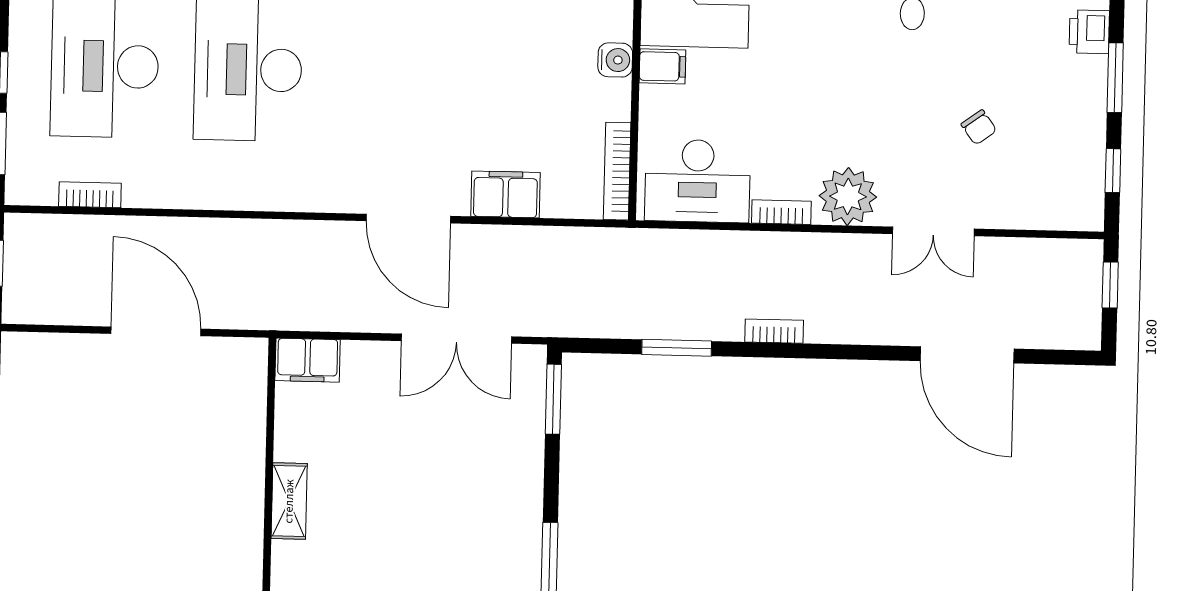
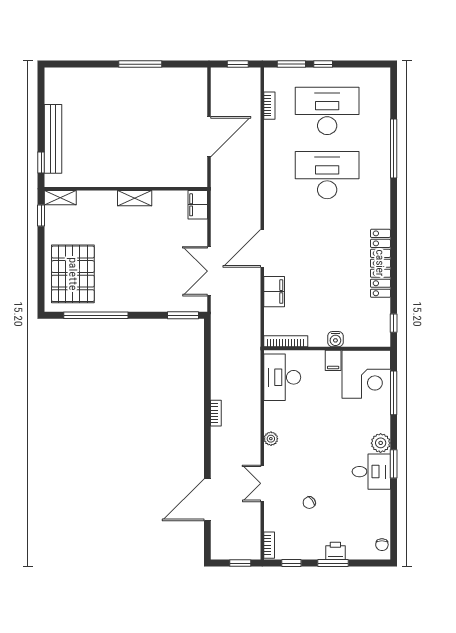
printer: (1089, 32) -> (335, 551), moved
plant: (848, 196) -> (271, 439), width x0.53, depth x0.53
bookcase: (781, 212) -> (269, 545), moved
window: (677, 348) -> (207, 370), removed

